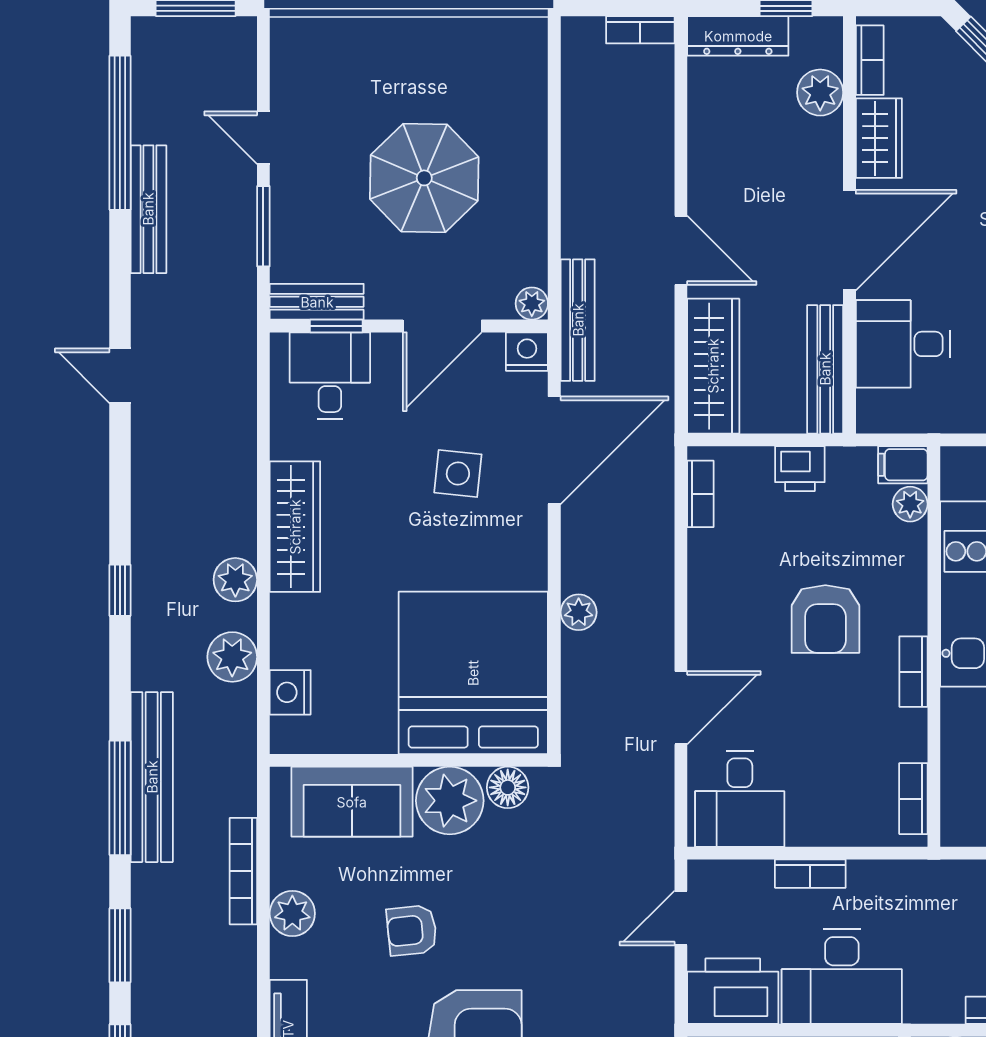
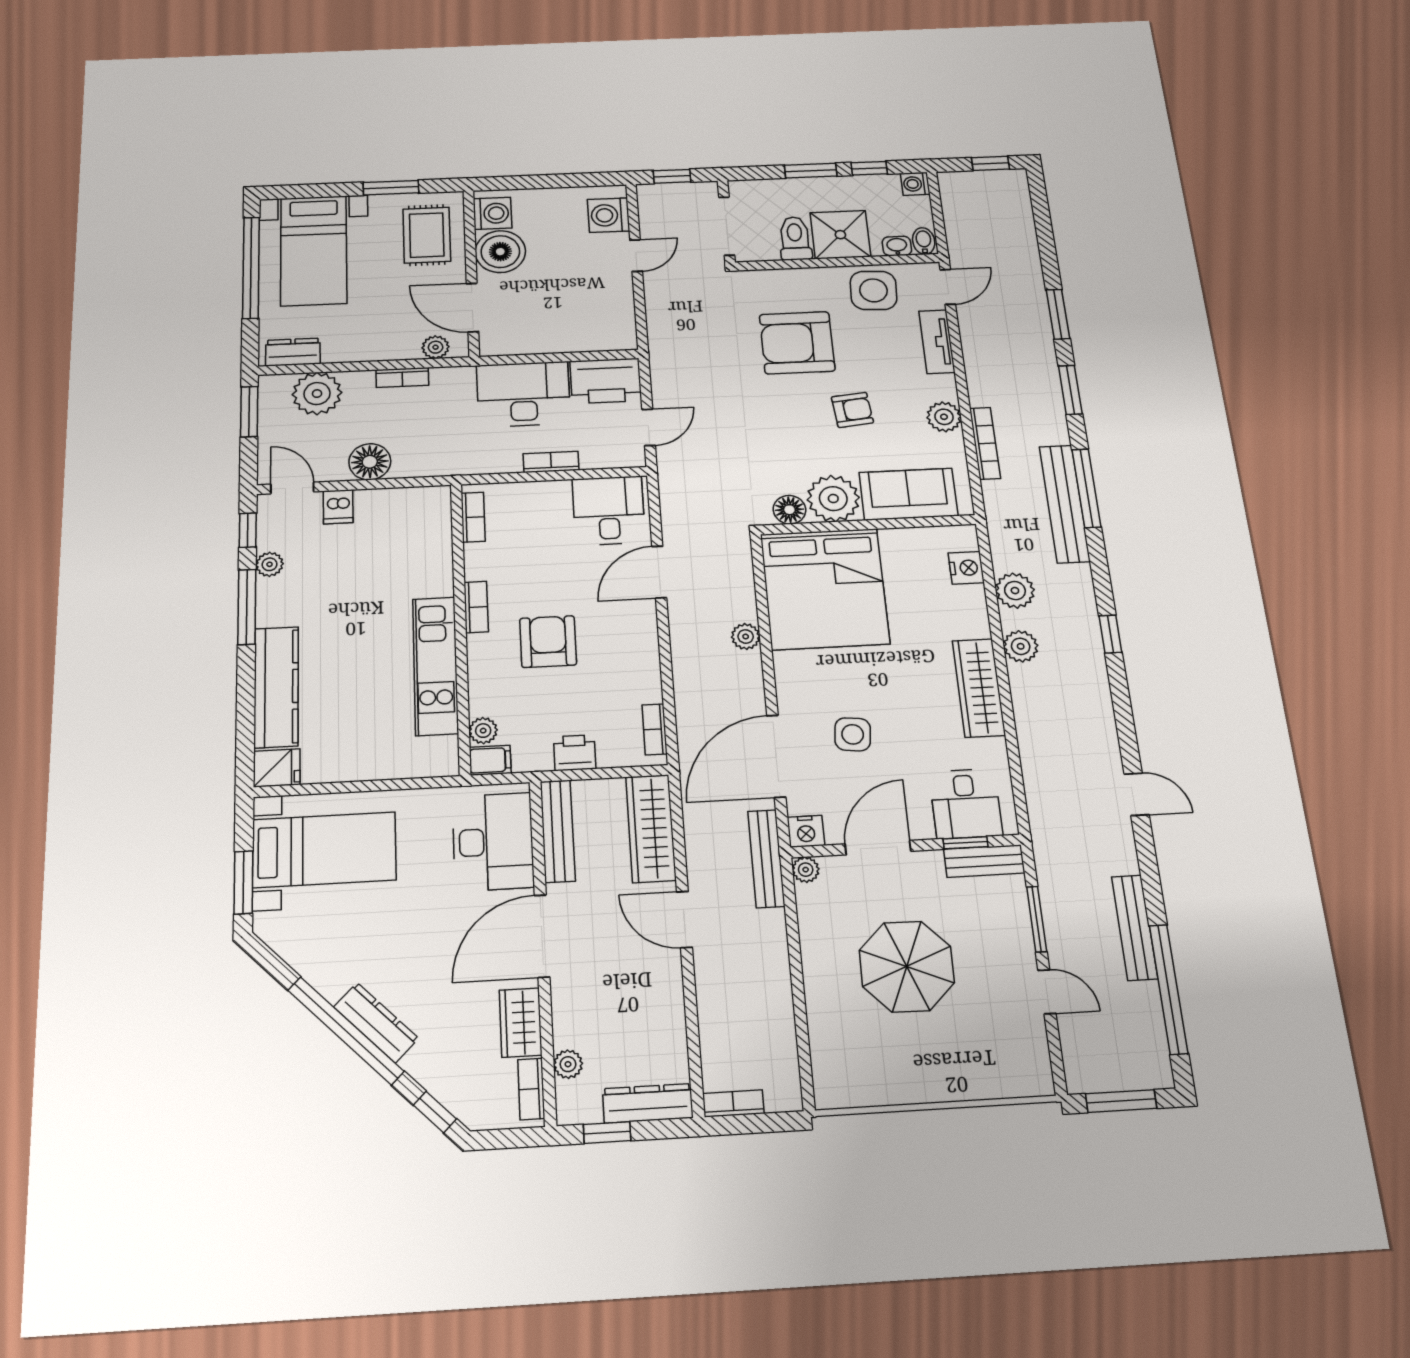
plant: (820, 93) -> (568, 1064), width x0.73, depth x0.73
desk: (903, 344) -> (493, 842), width x1.37

